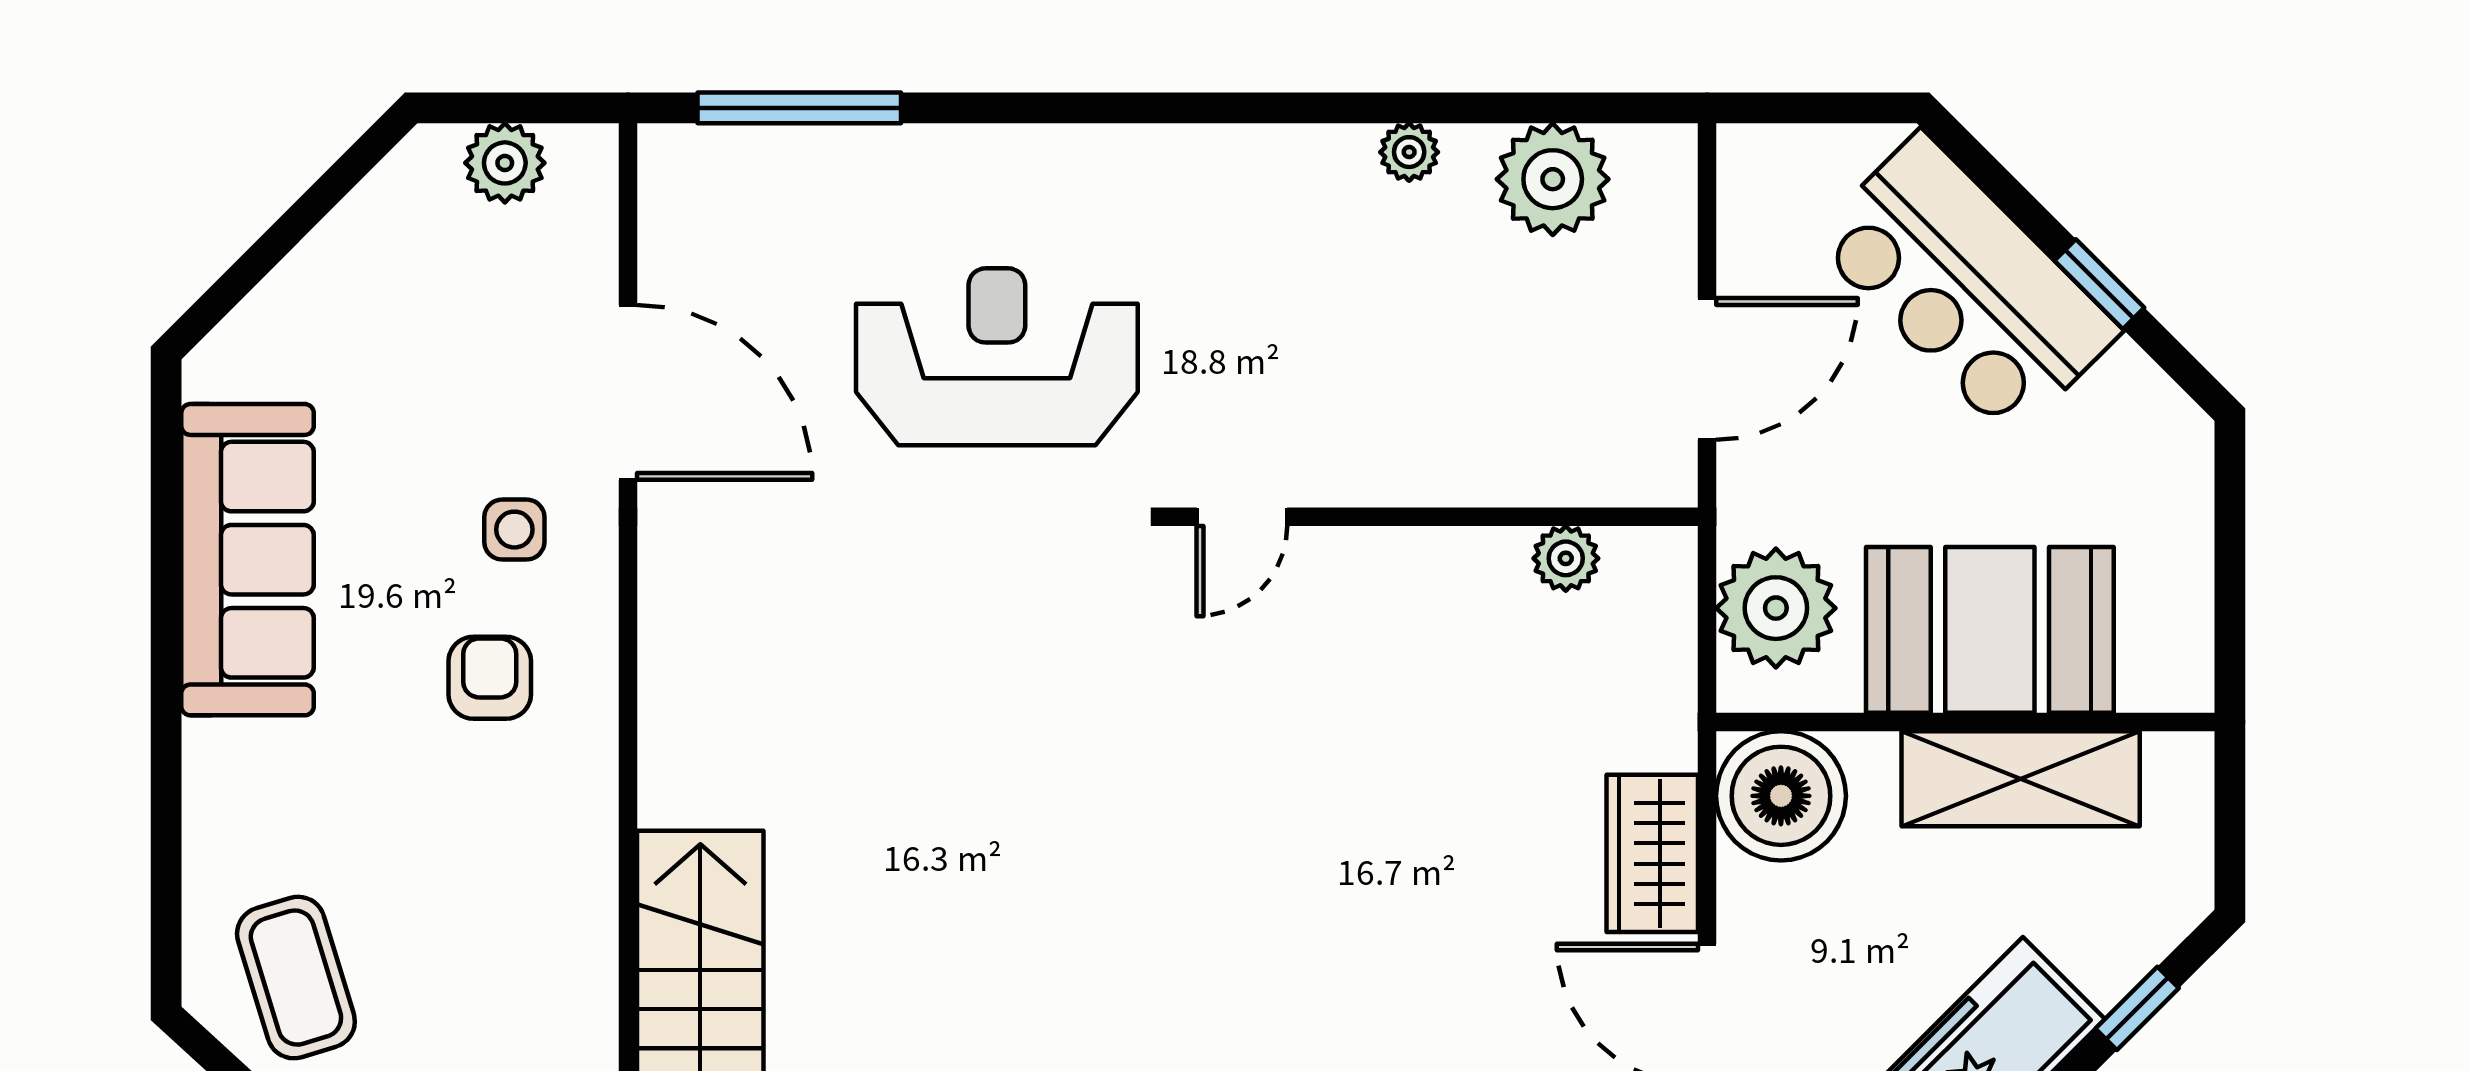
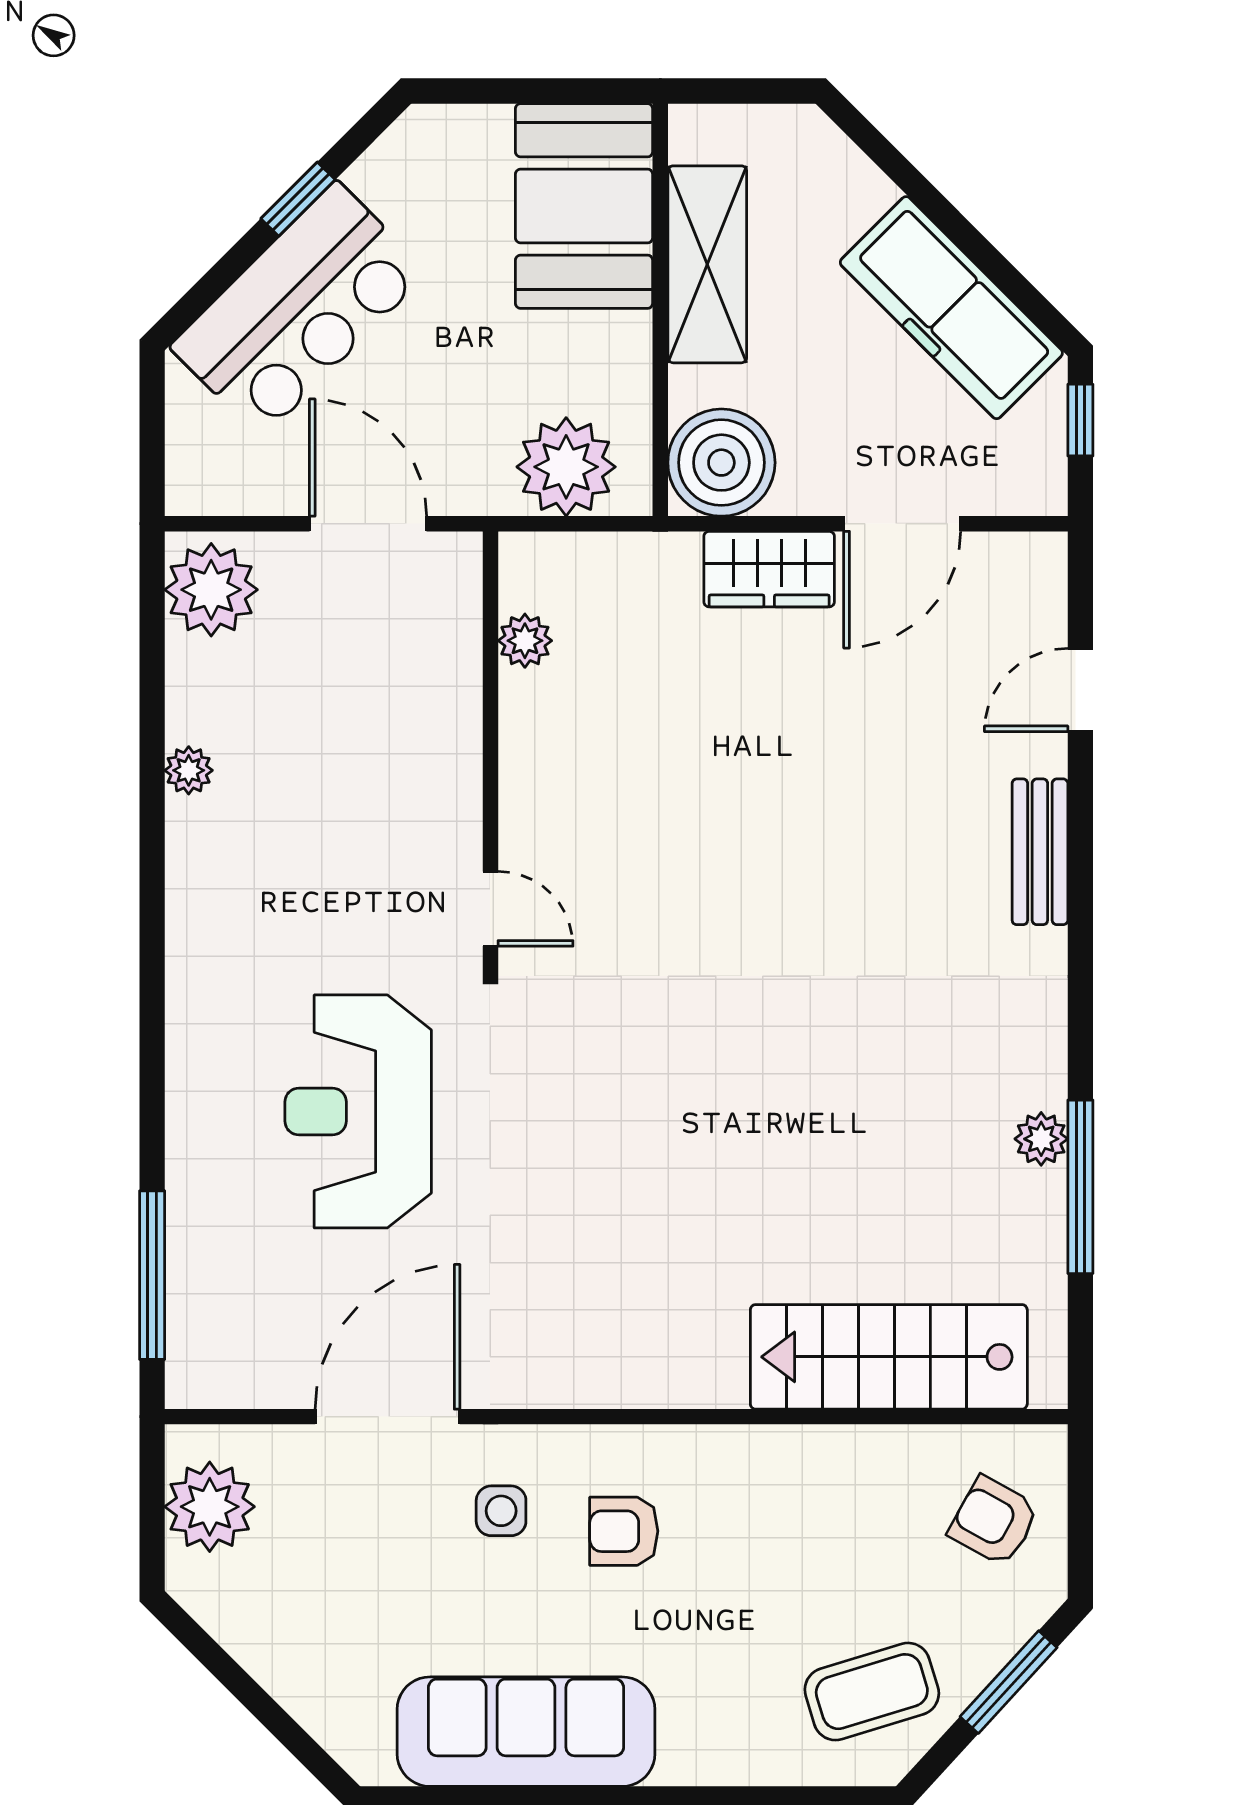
plant: (505, 163) -> (210, 1507), width x1.36, depth x1.36
plant: (1553, 179) -> (211, 590), moved
booth: (1990, 630) -> (584, 206), moved
window: (2137, 1008) -> (897, 168), removed

